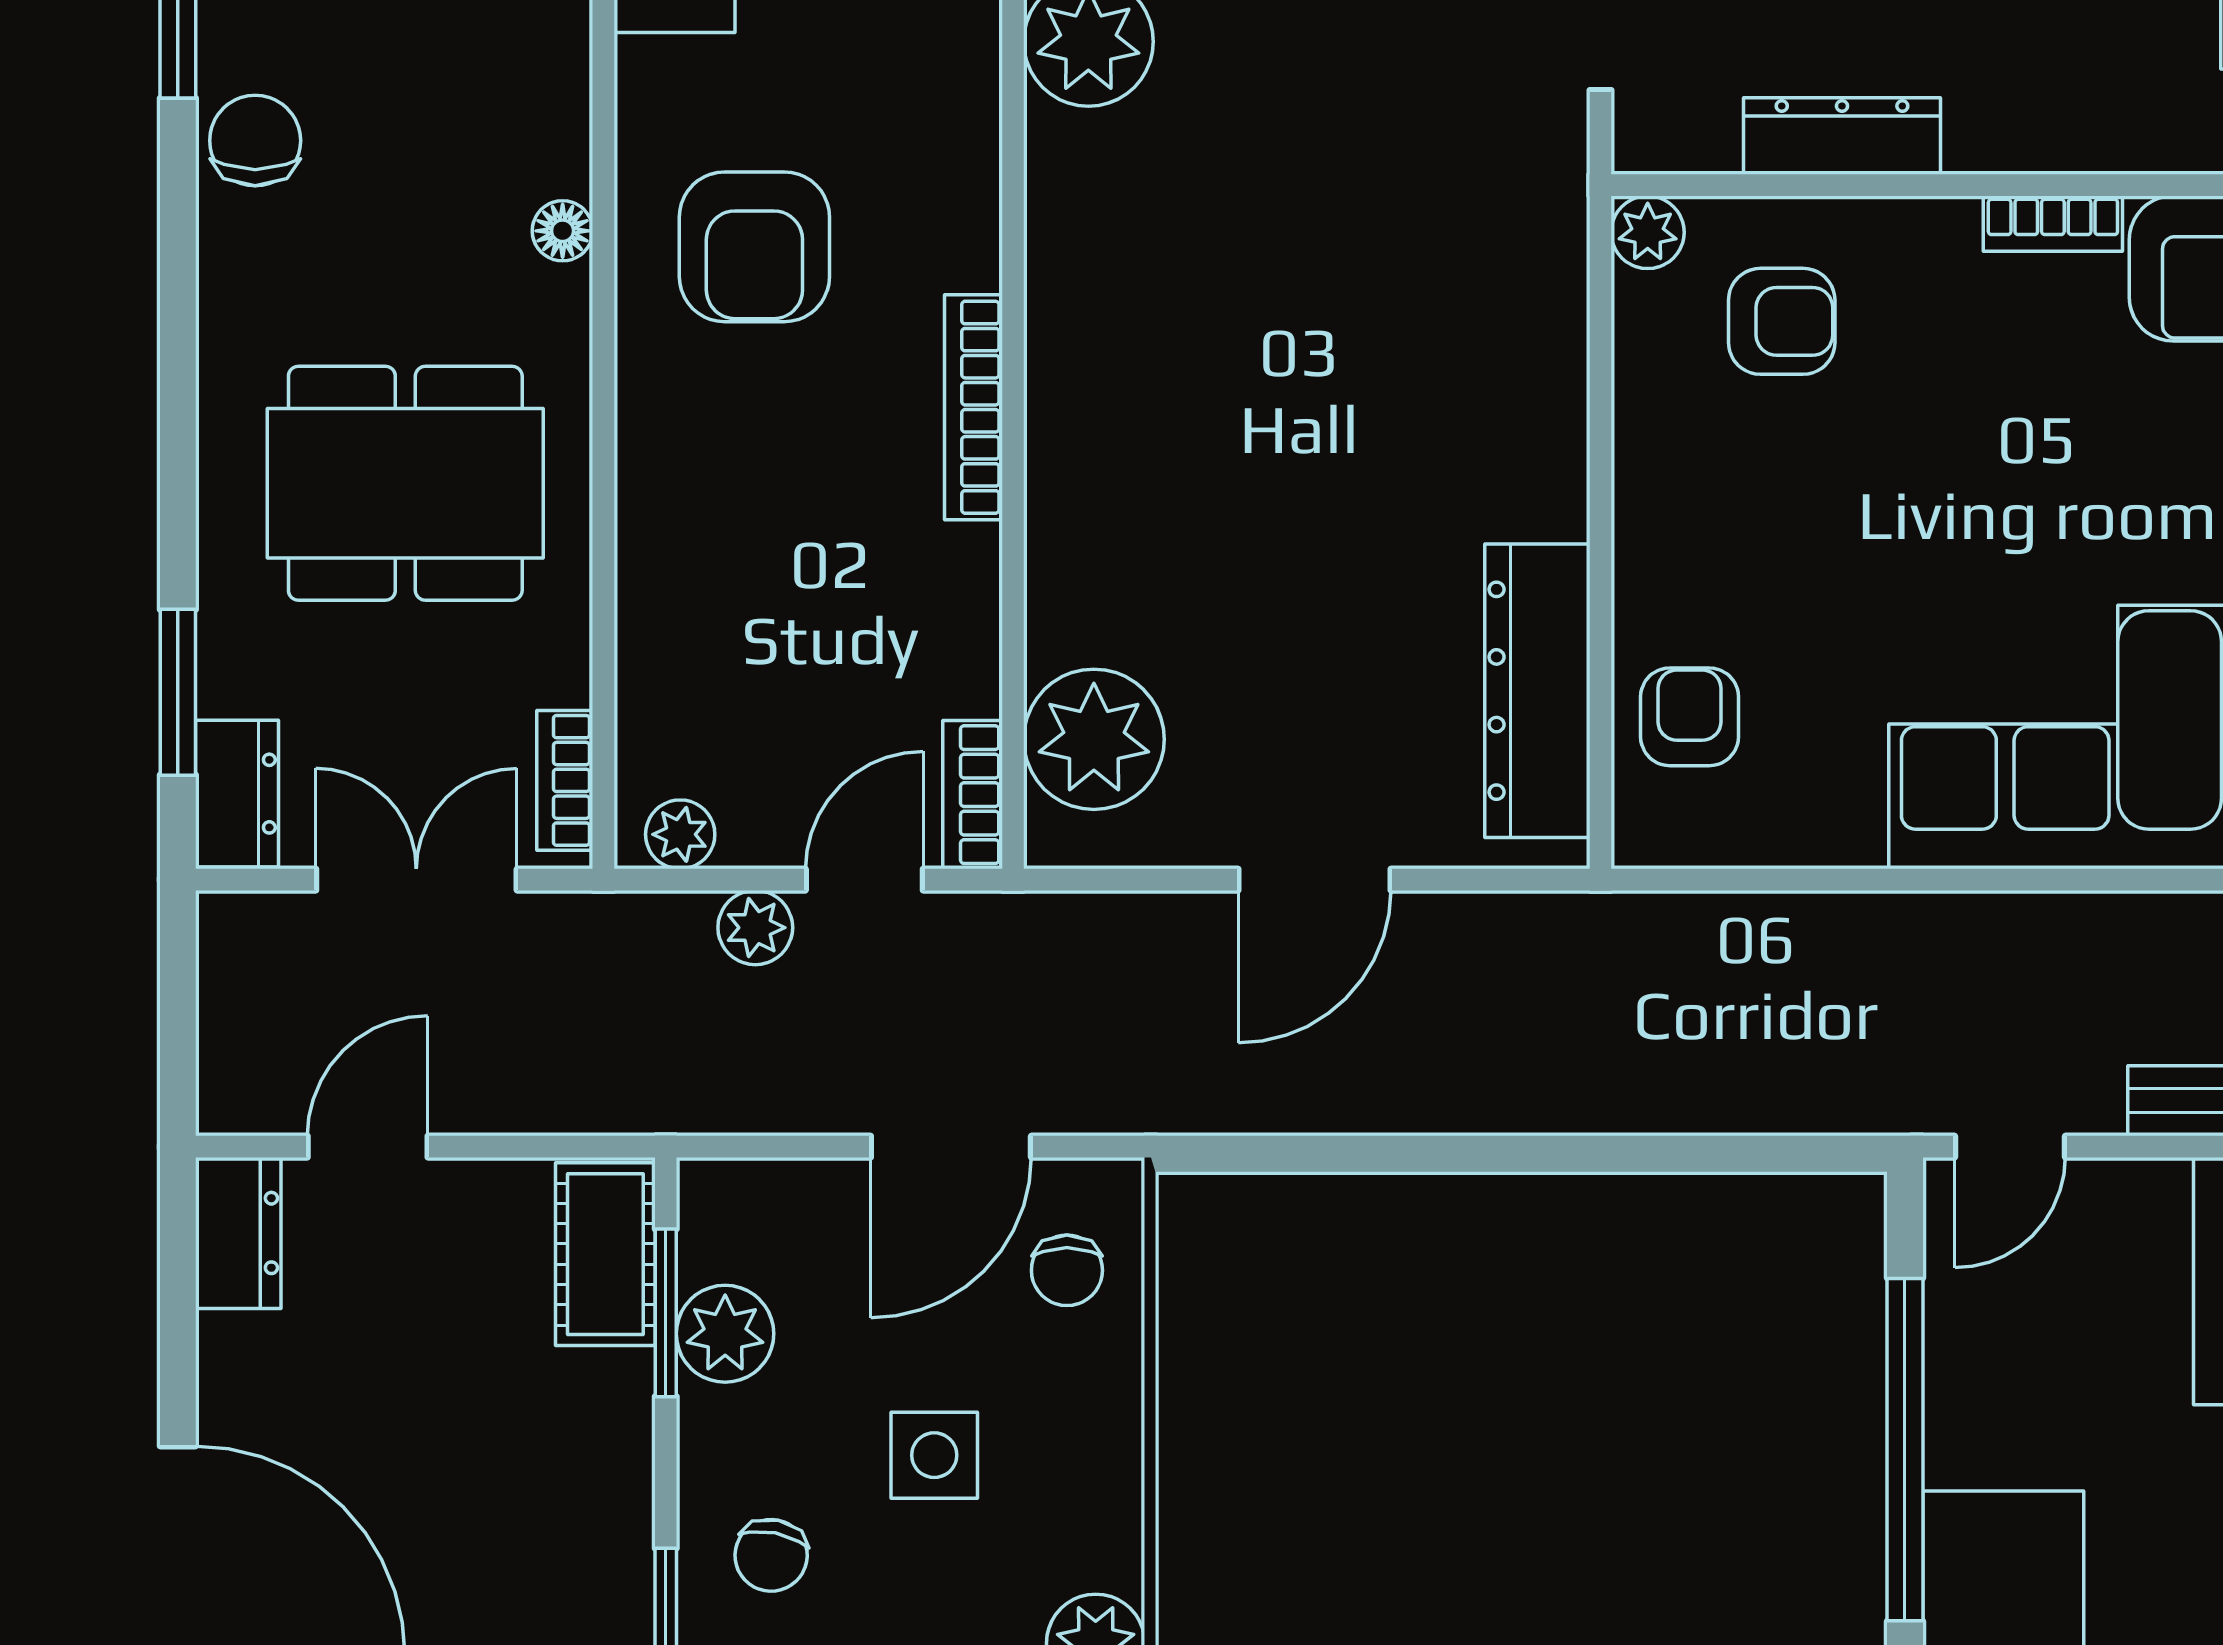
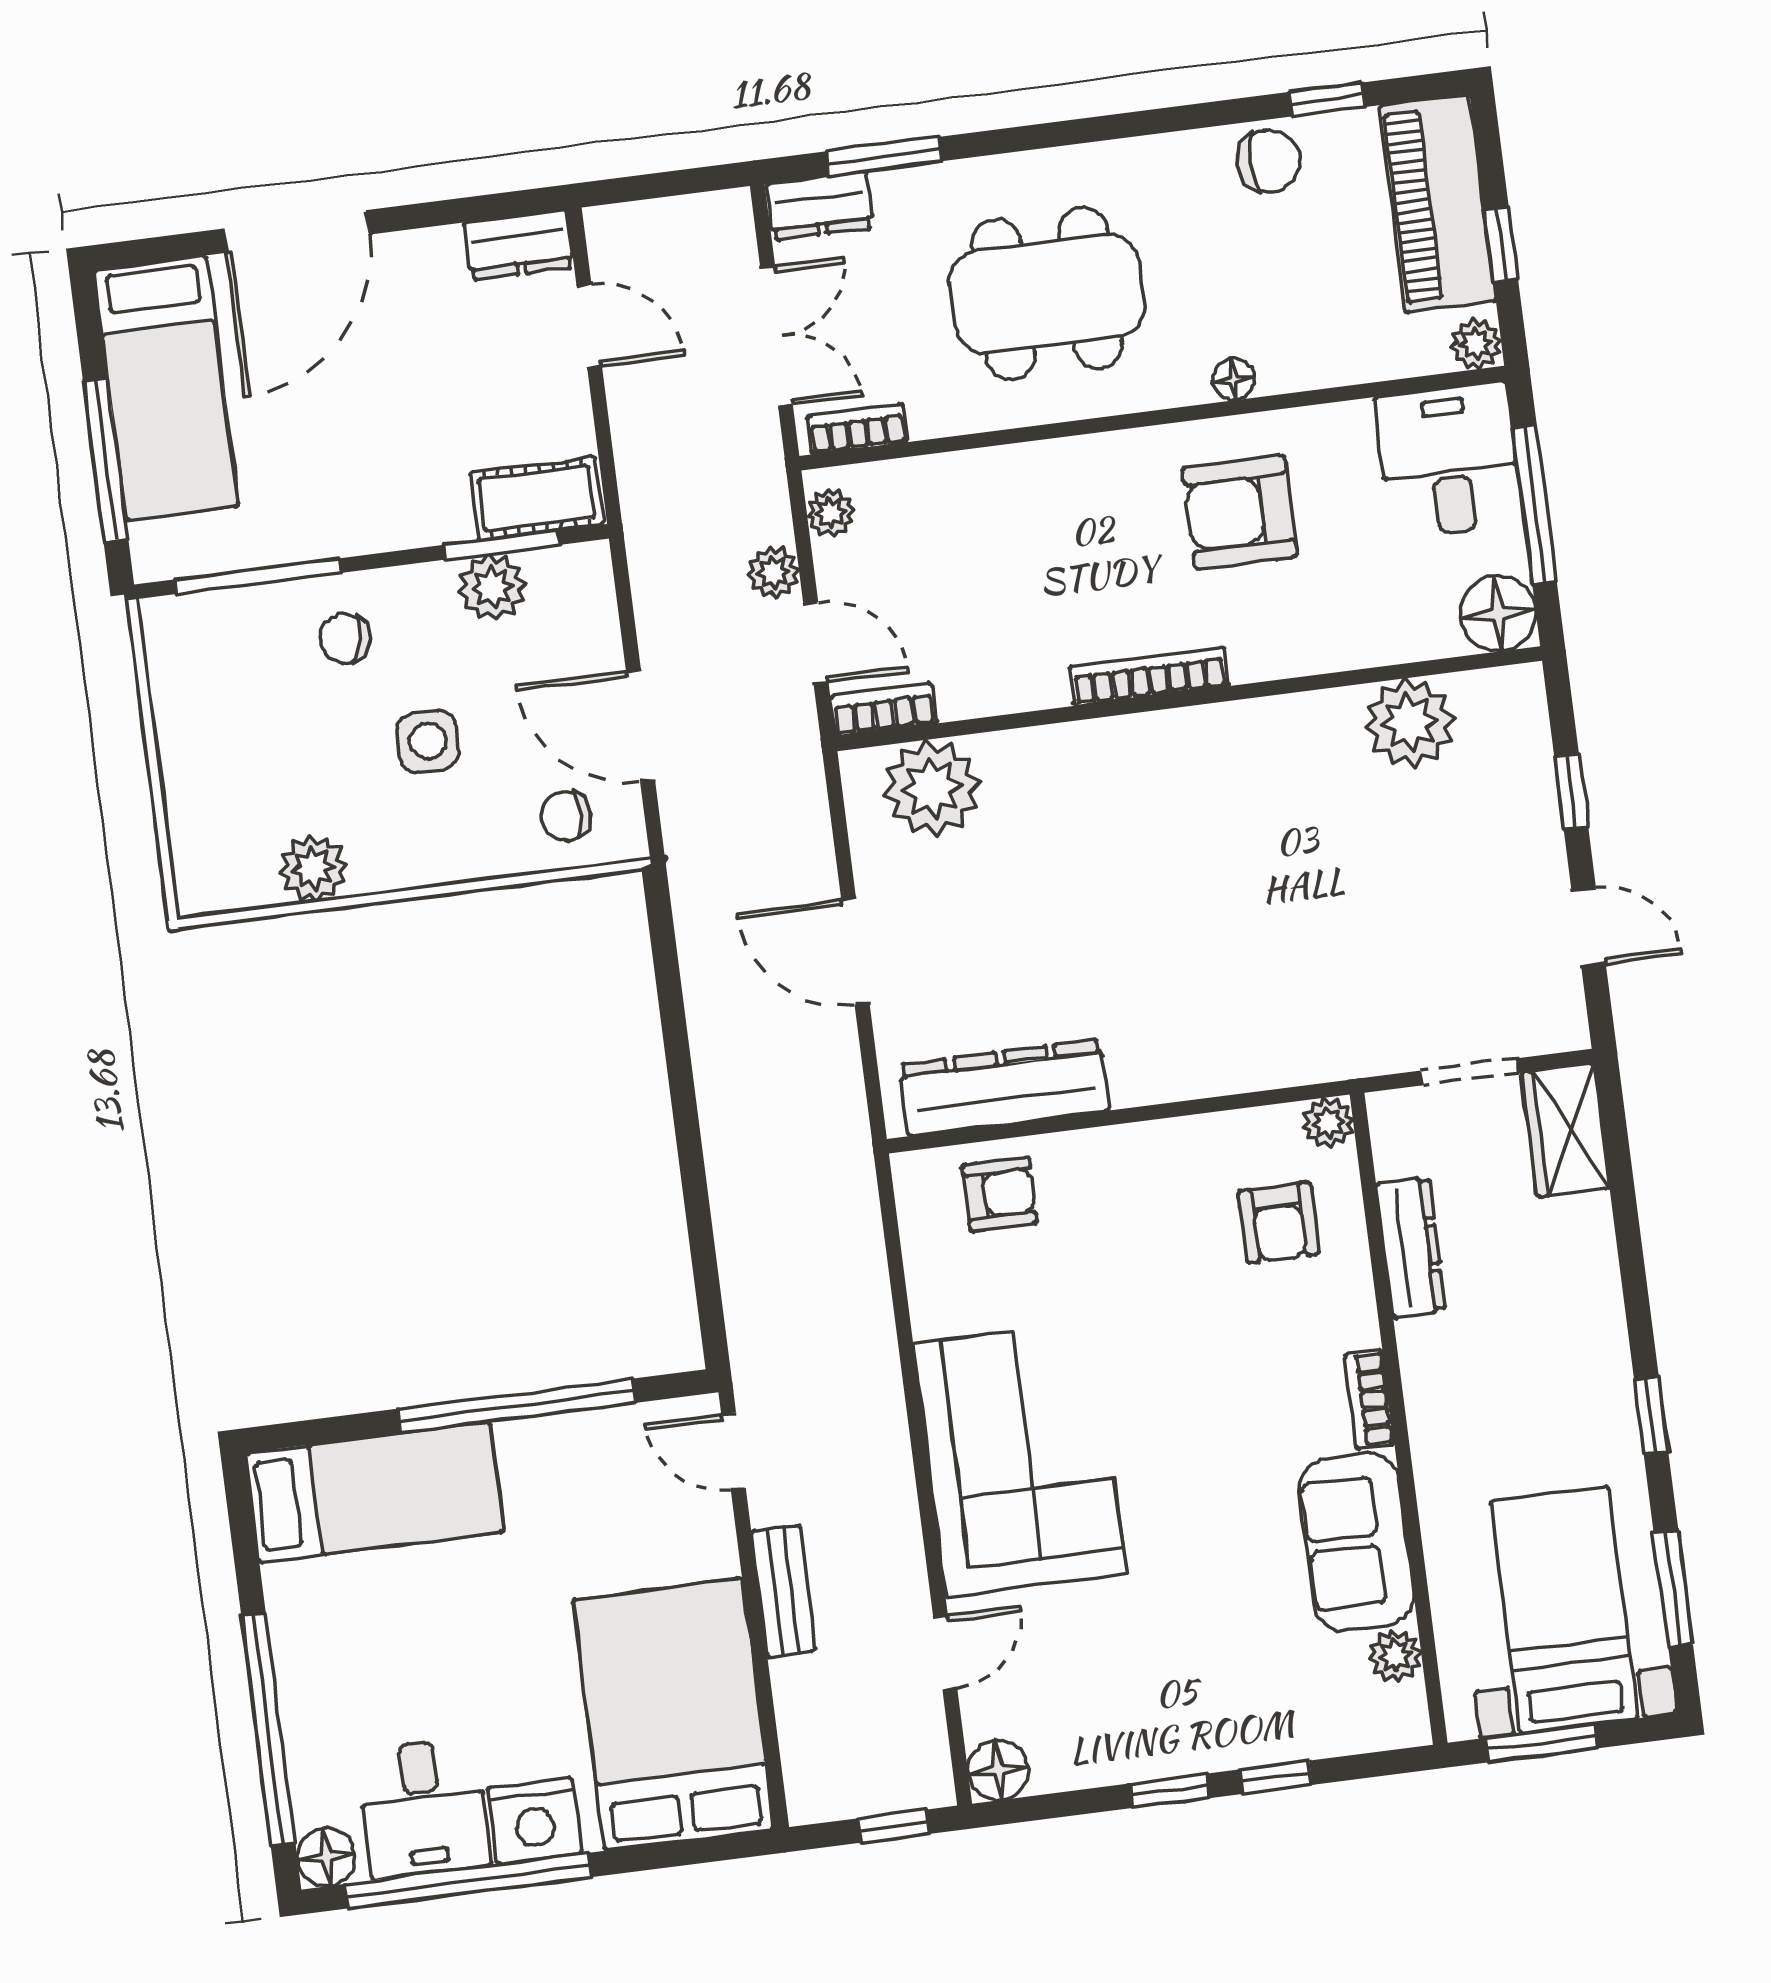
dining table: (405, 483) -> (1047, 294), turned 90

